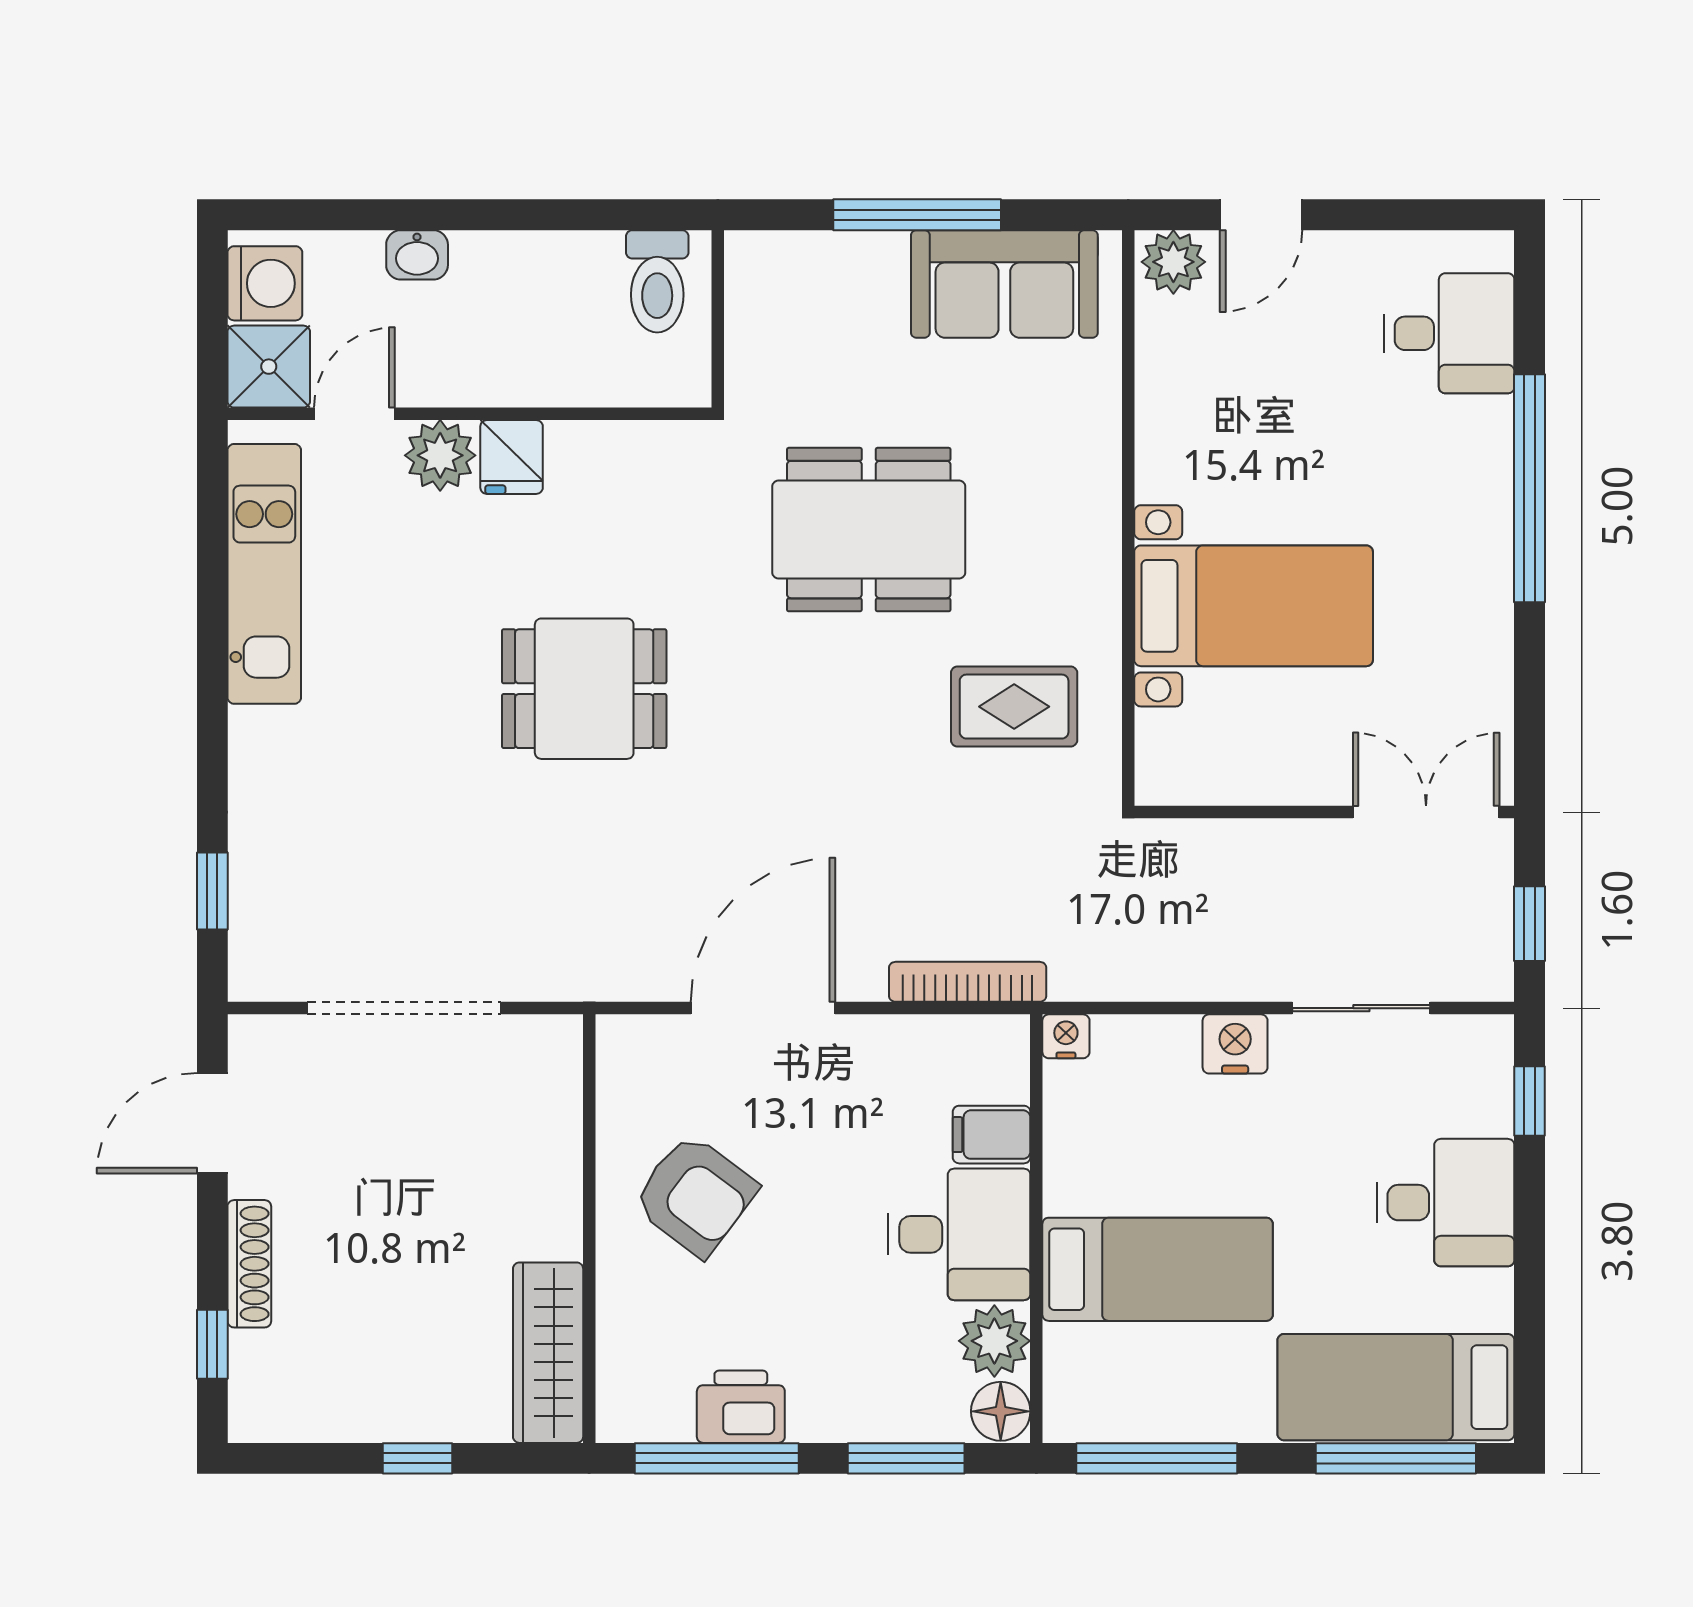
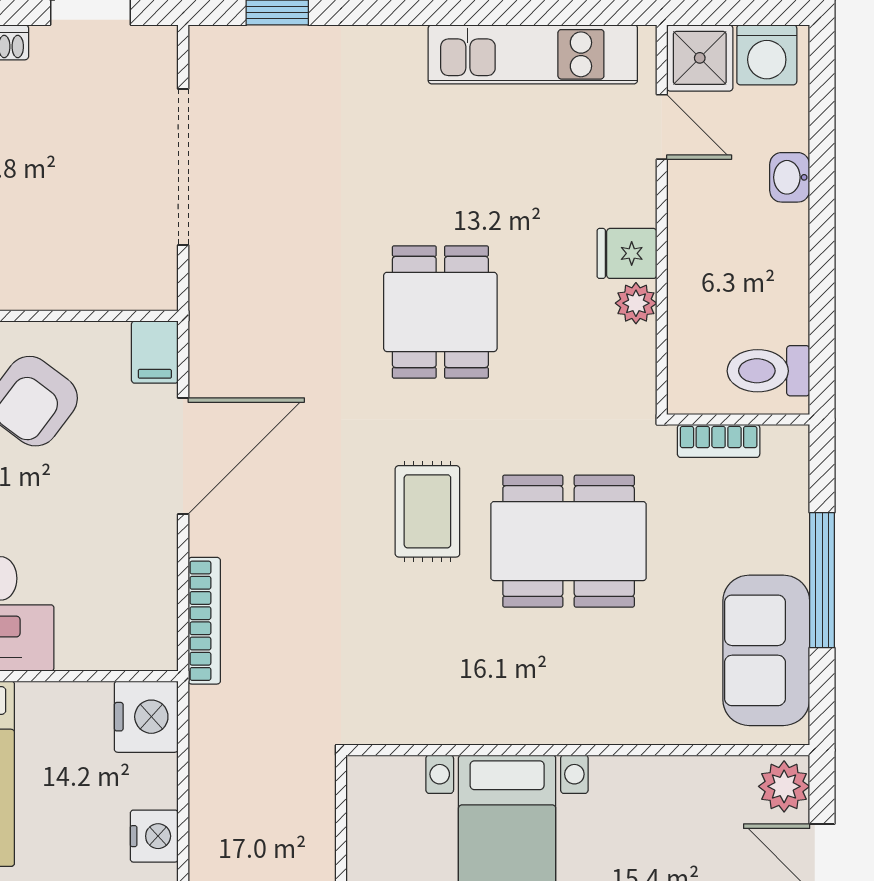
bookcase: (744, 343) -> (719, 441), added
plant: (440, 455) -> (636, 303), moved, width x0.73, depth x0.73
dining table: (869, 530) -> (569, 541), turned 90
rug: (1014, 707) -> (427, 511), moved
door: (763, 1008) -> (183, 456), hinge flipped
nightstand: (1066, 1036) -> (146, 717), width x1.89, depth x1.79
filing cabinet: (992, 1135) -> (155, 352), moved, turned 180

